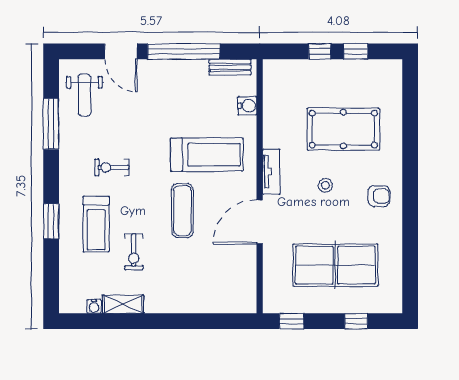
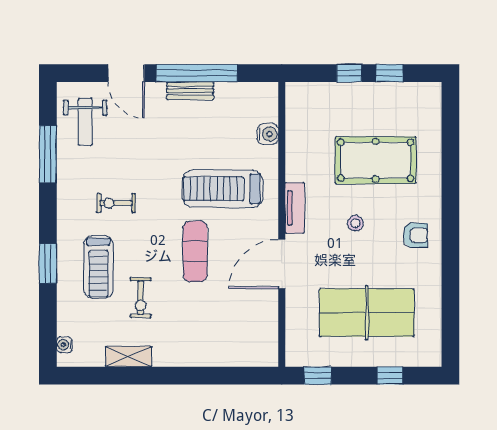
bench: (230, 67) -> (190, 91), moved
treadmill: (207, 155) -> (223, 189), turned 180
water cooler: (94, 306) -> (64, 345), moved, turned 90

